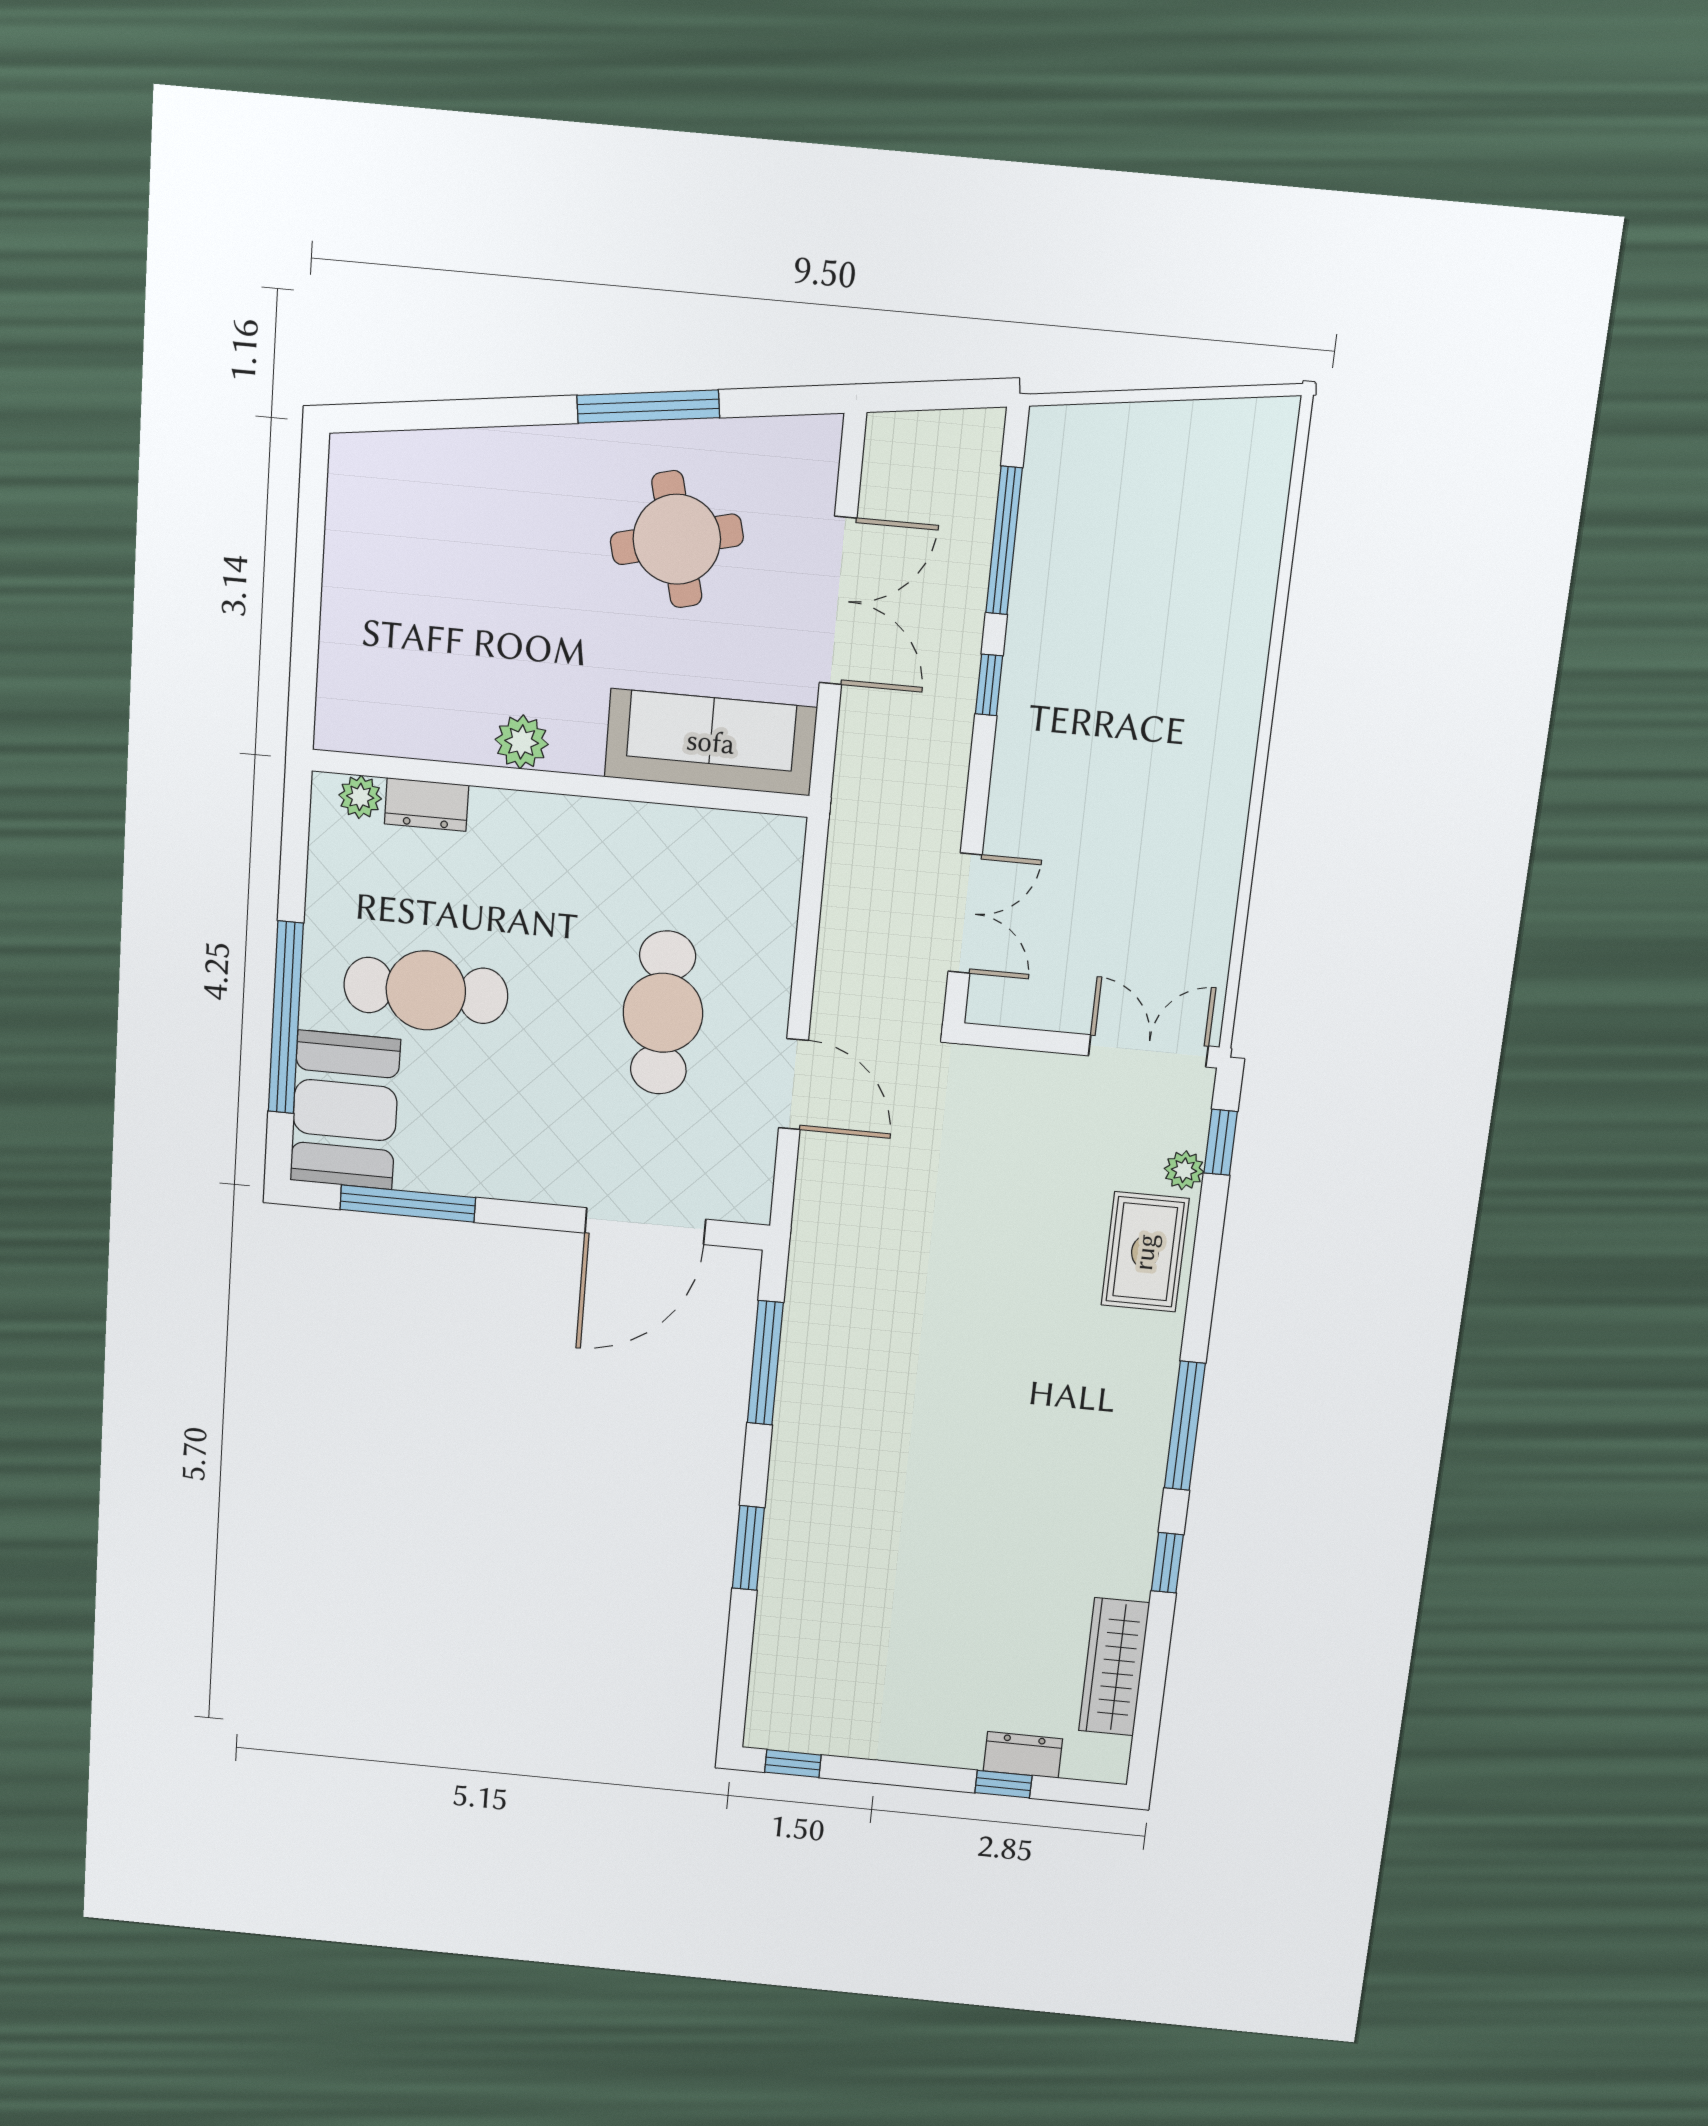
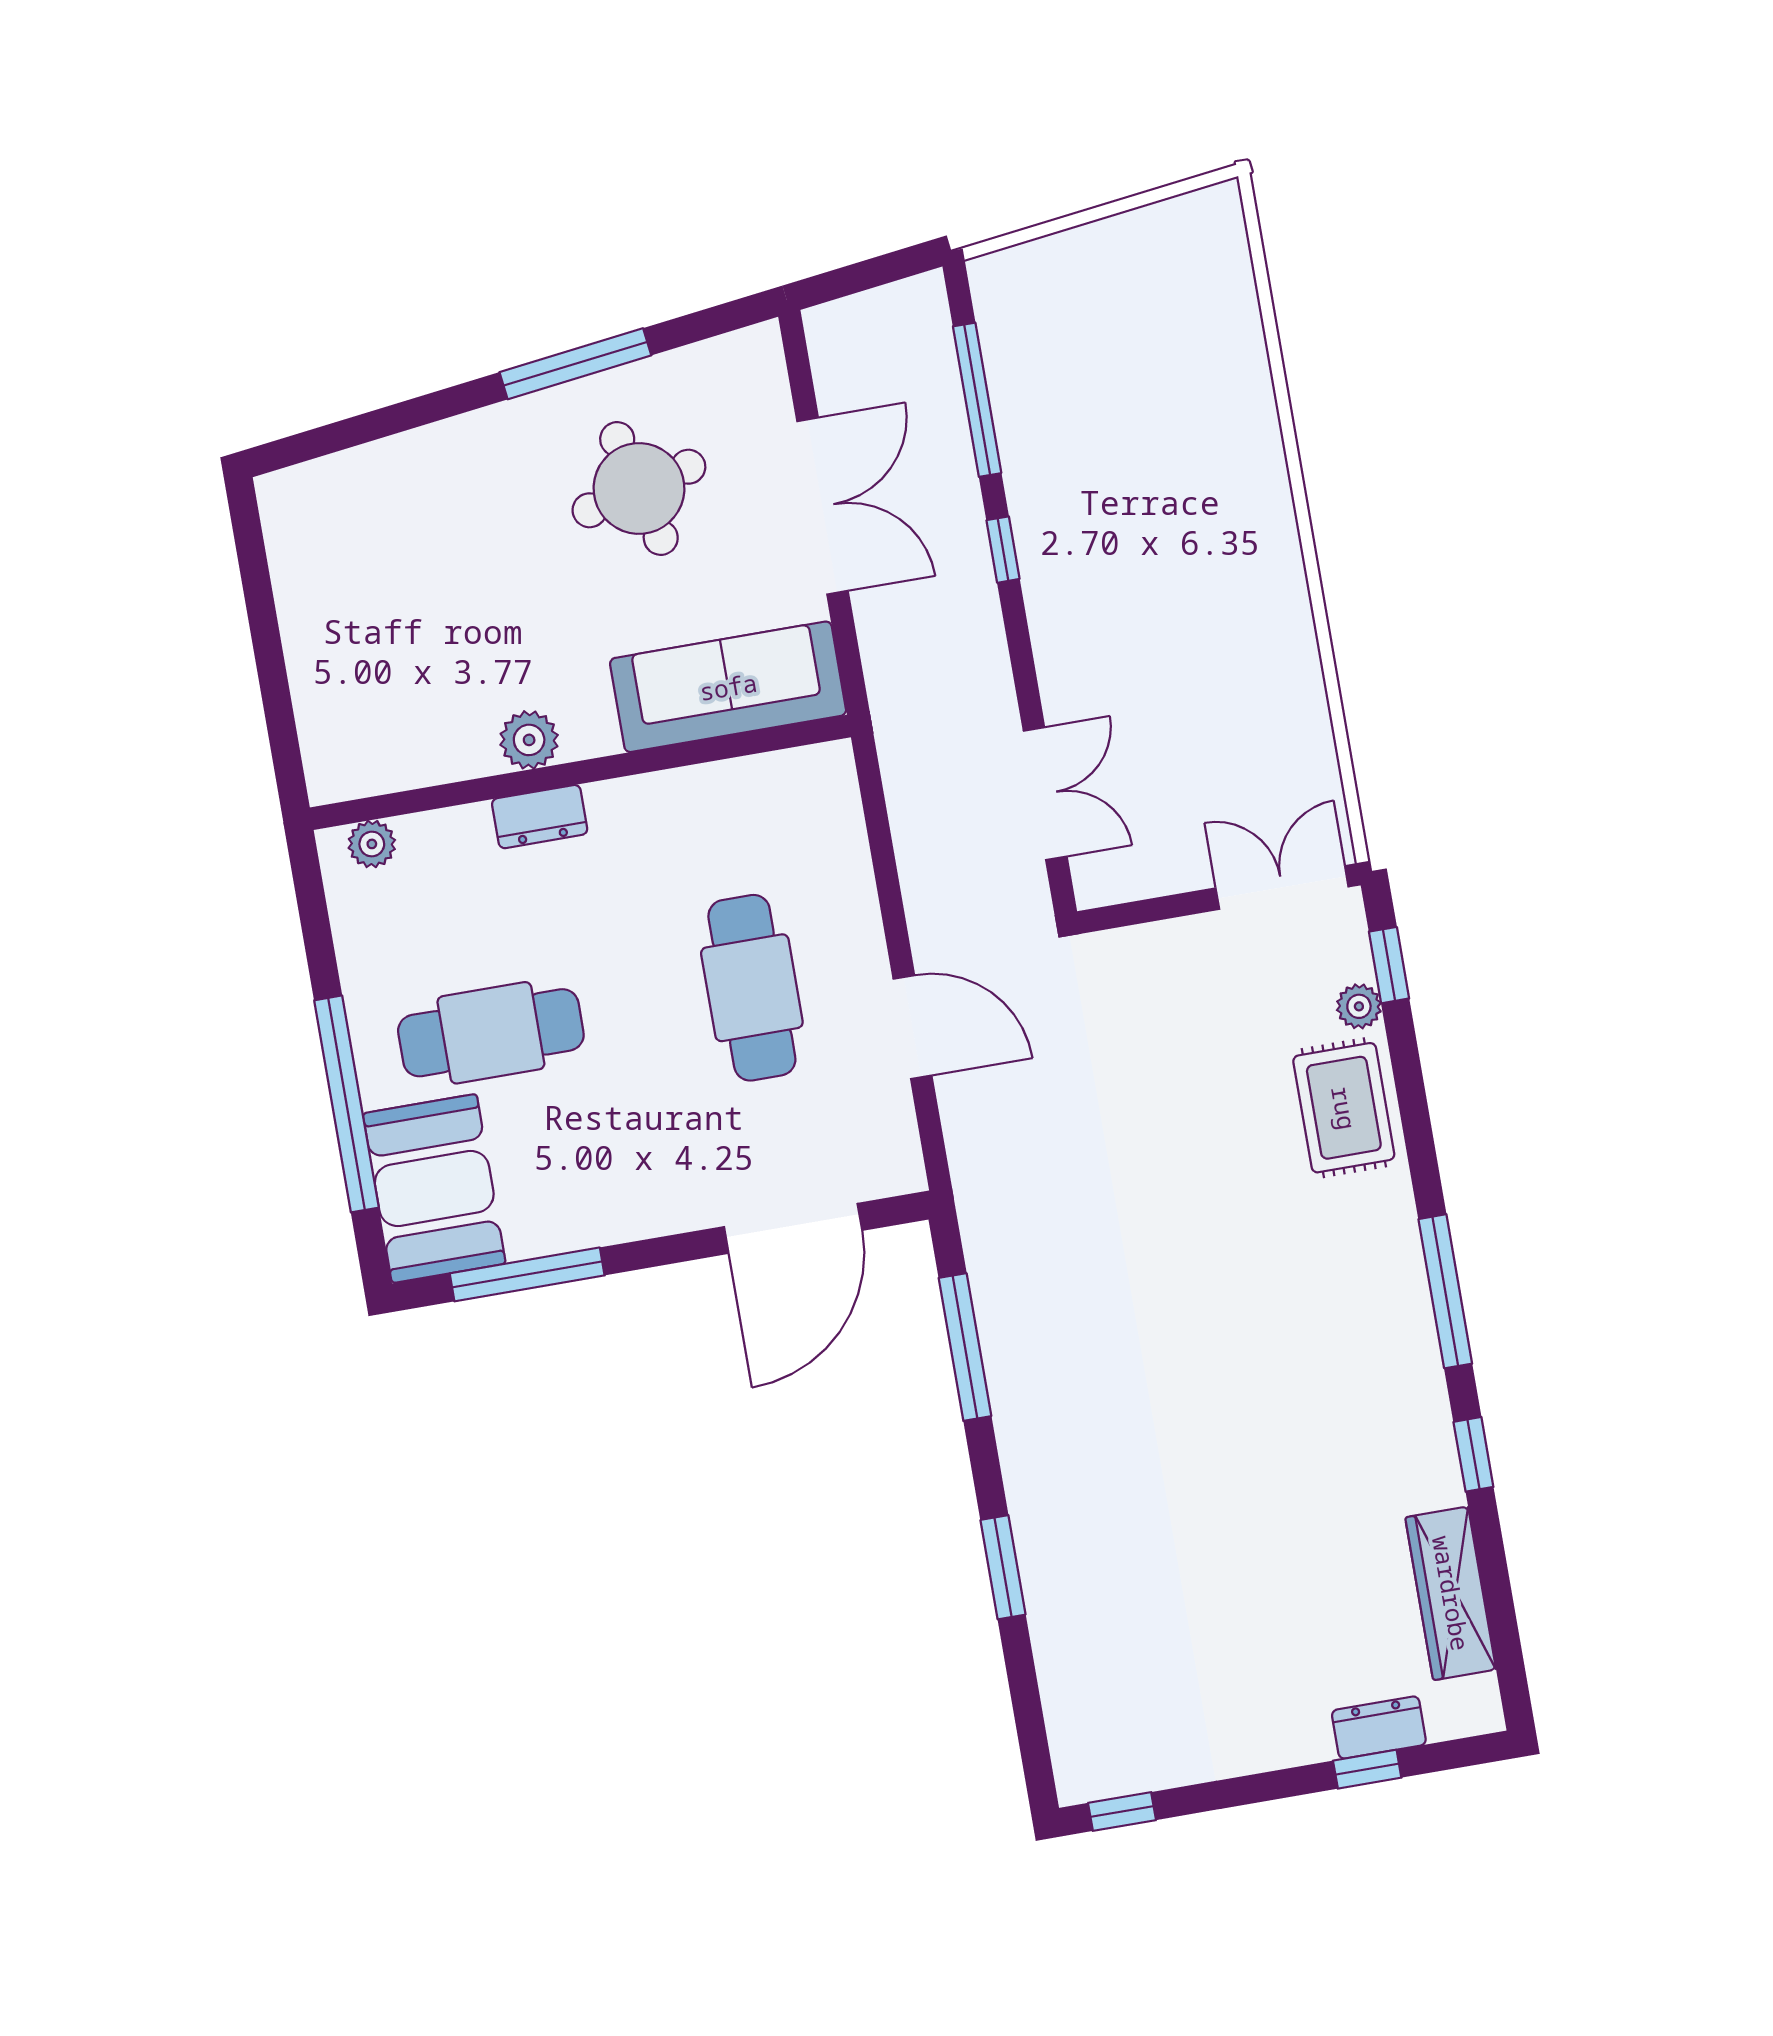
dresser: (426, 805) -> (540, 817), moved

